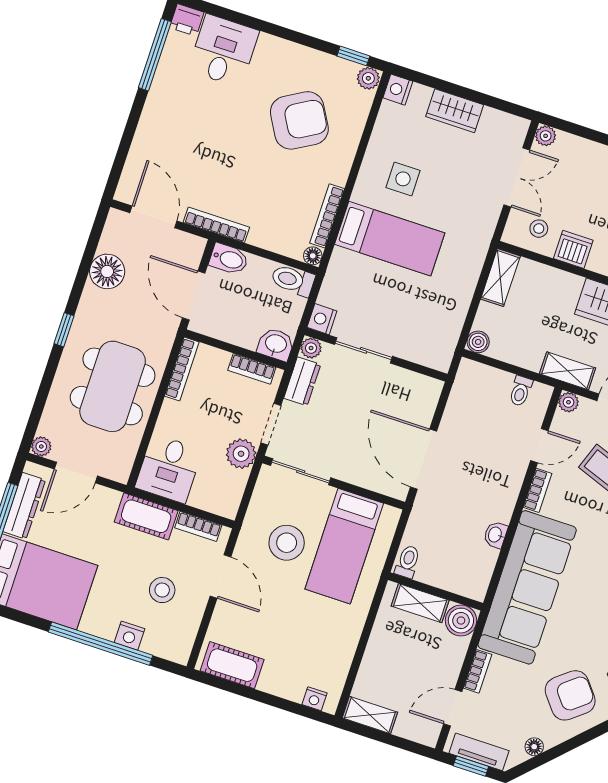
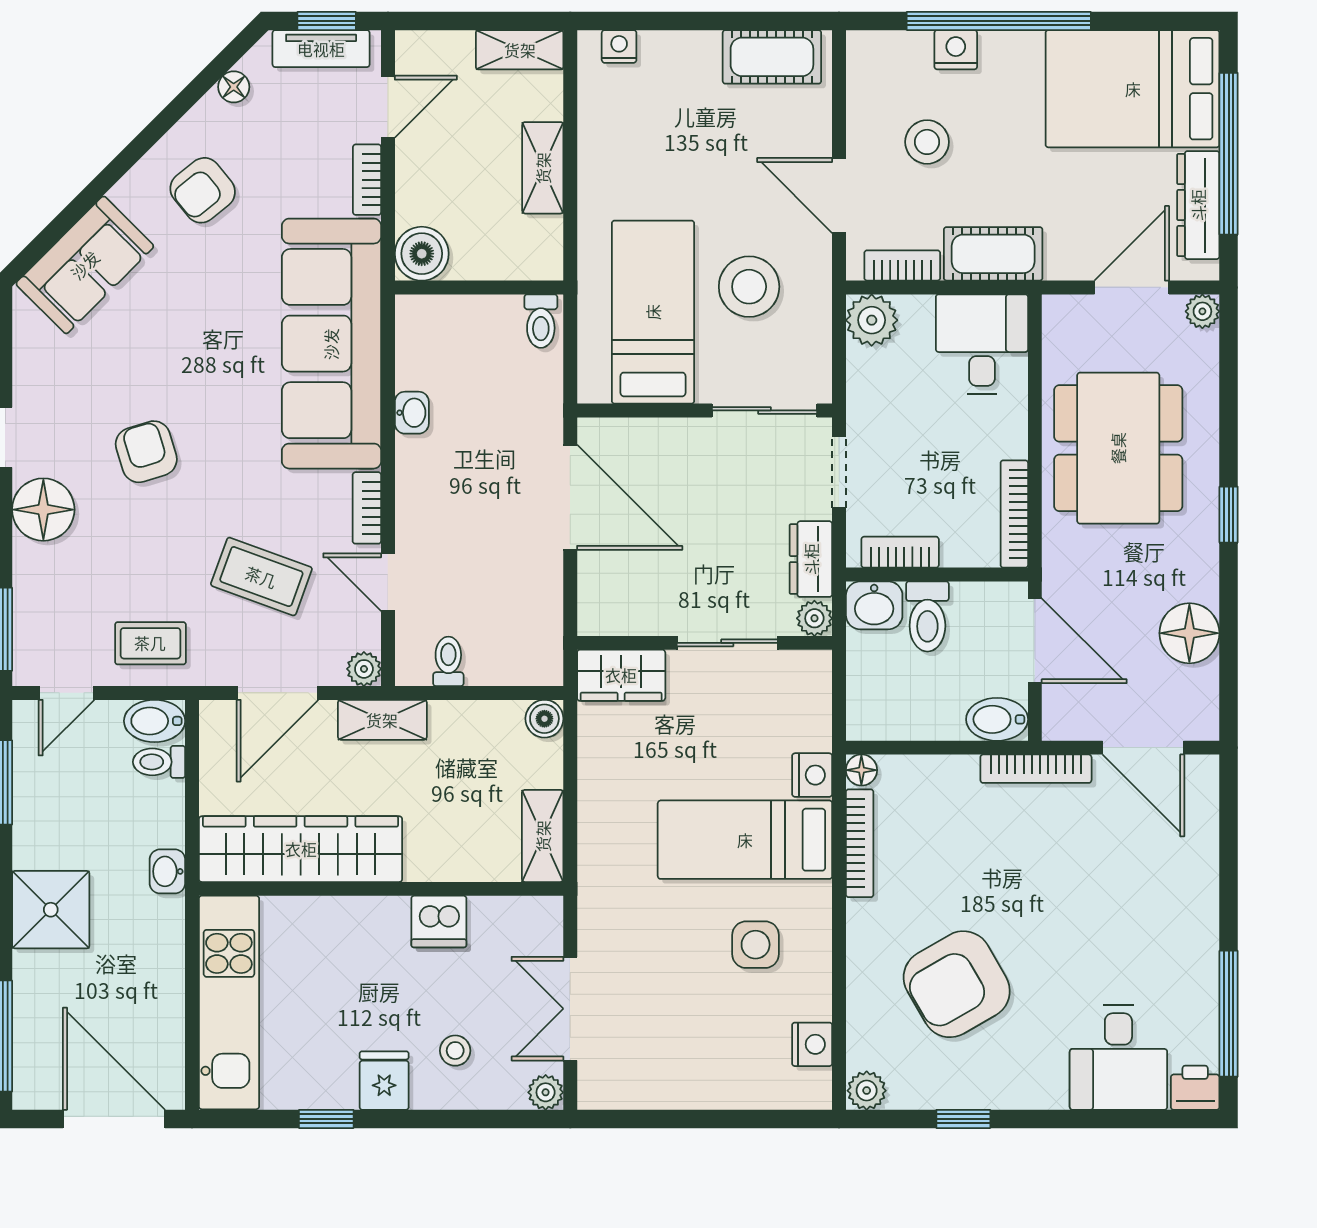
window: (353, 56) -> (963, 1119), moved
nightstand: (398, 90) -> (812, 1044), moved
wardrobe: (455, 111) -> (621, 675), moved, turned 180
stool: (539, 229) -> (455, 1051), moved
toilet: (293, 280) -> (927, 616), moved, turned 90
nightstand: (322, 319) -> (812, 775), moved
door: (539, 446) -> (388, 582), hinge flipped
plant: (241, 454) -> (872, 320), moved
shelving: (420, 603) -> (543, 168), moved, turned 90
armchair: (570, 695) -> (203, 190), width x0.72, depth x0.72

